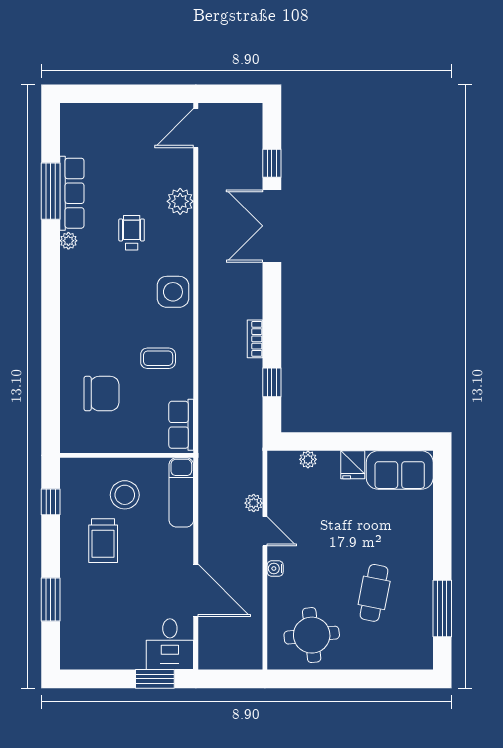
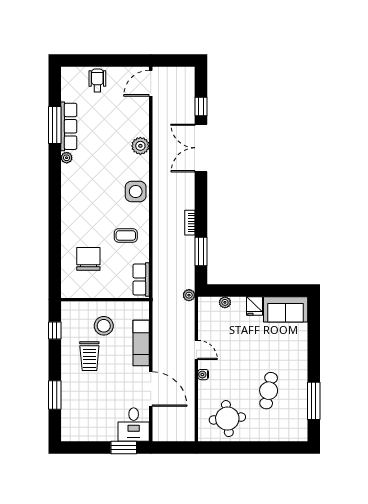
plant: (180, 201) -> (140, 146), moved
wheelchair: (132, 233) -> (97, 80), moved
window: (272, 382) -> (201, 251), width x1.50
chair: (101, 394) -> (88, 259), turned -90
exam couch: (181, 492) -> (141, 343), moved
plant: (254, 503) -> (189, 295), moved

